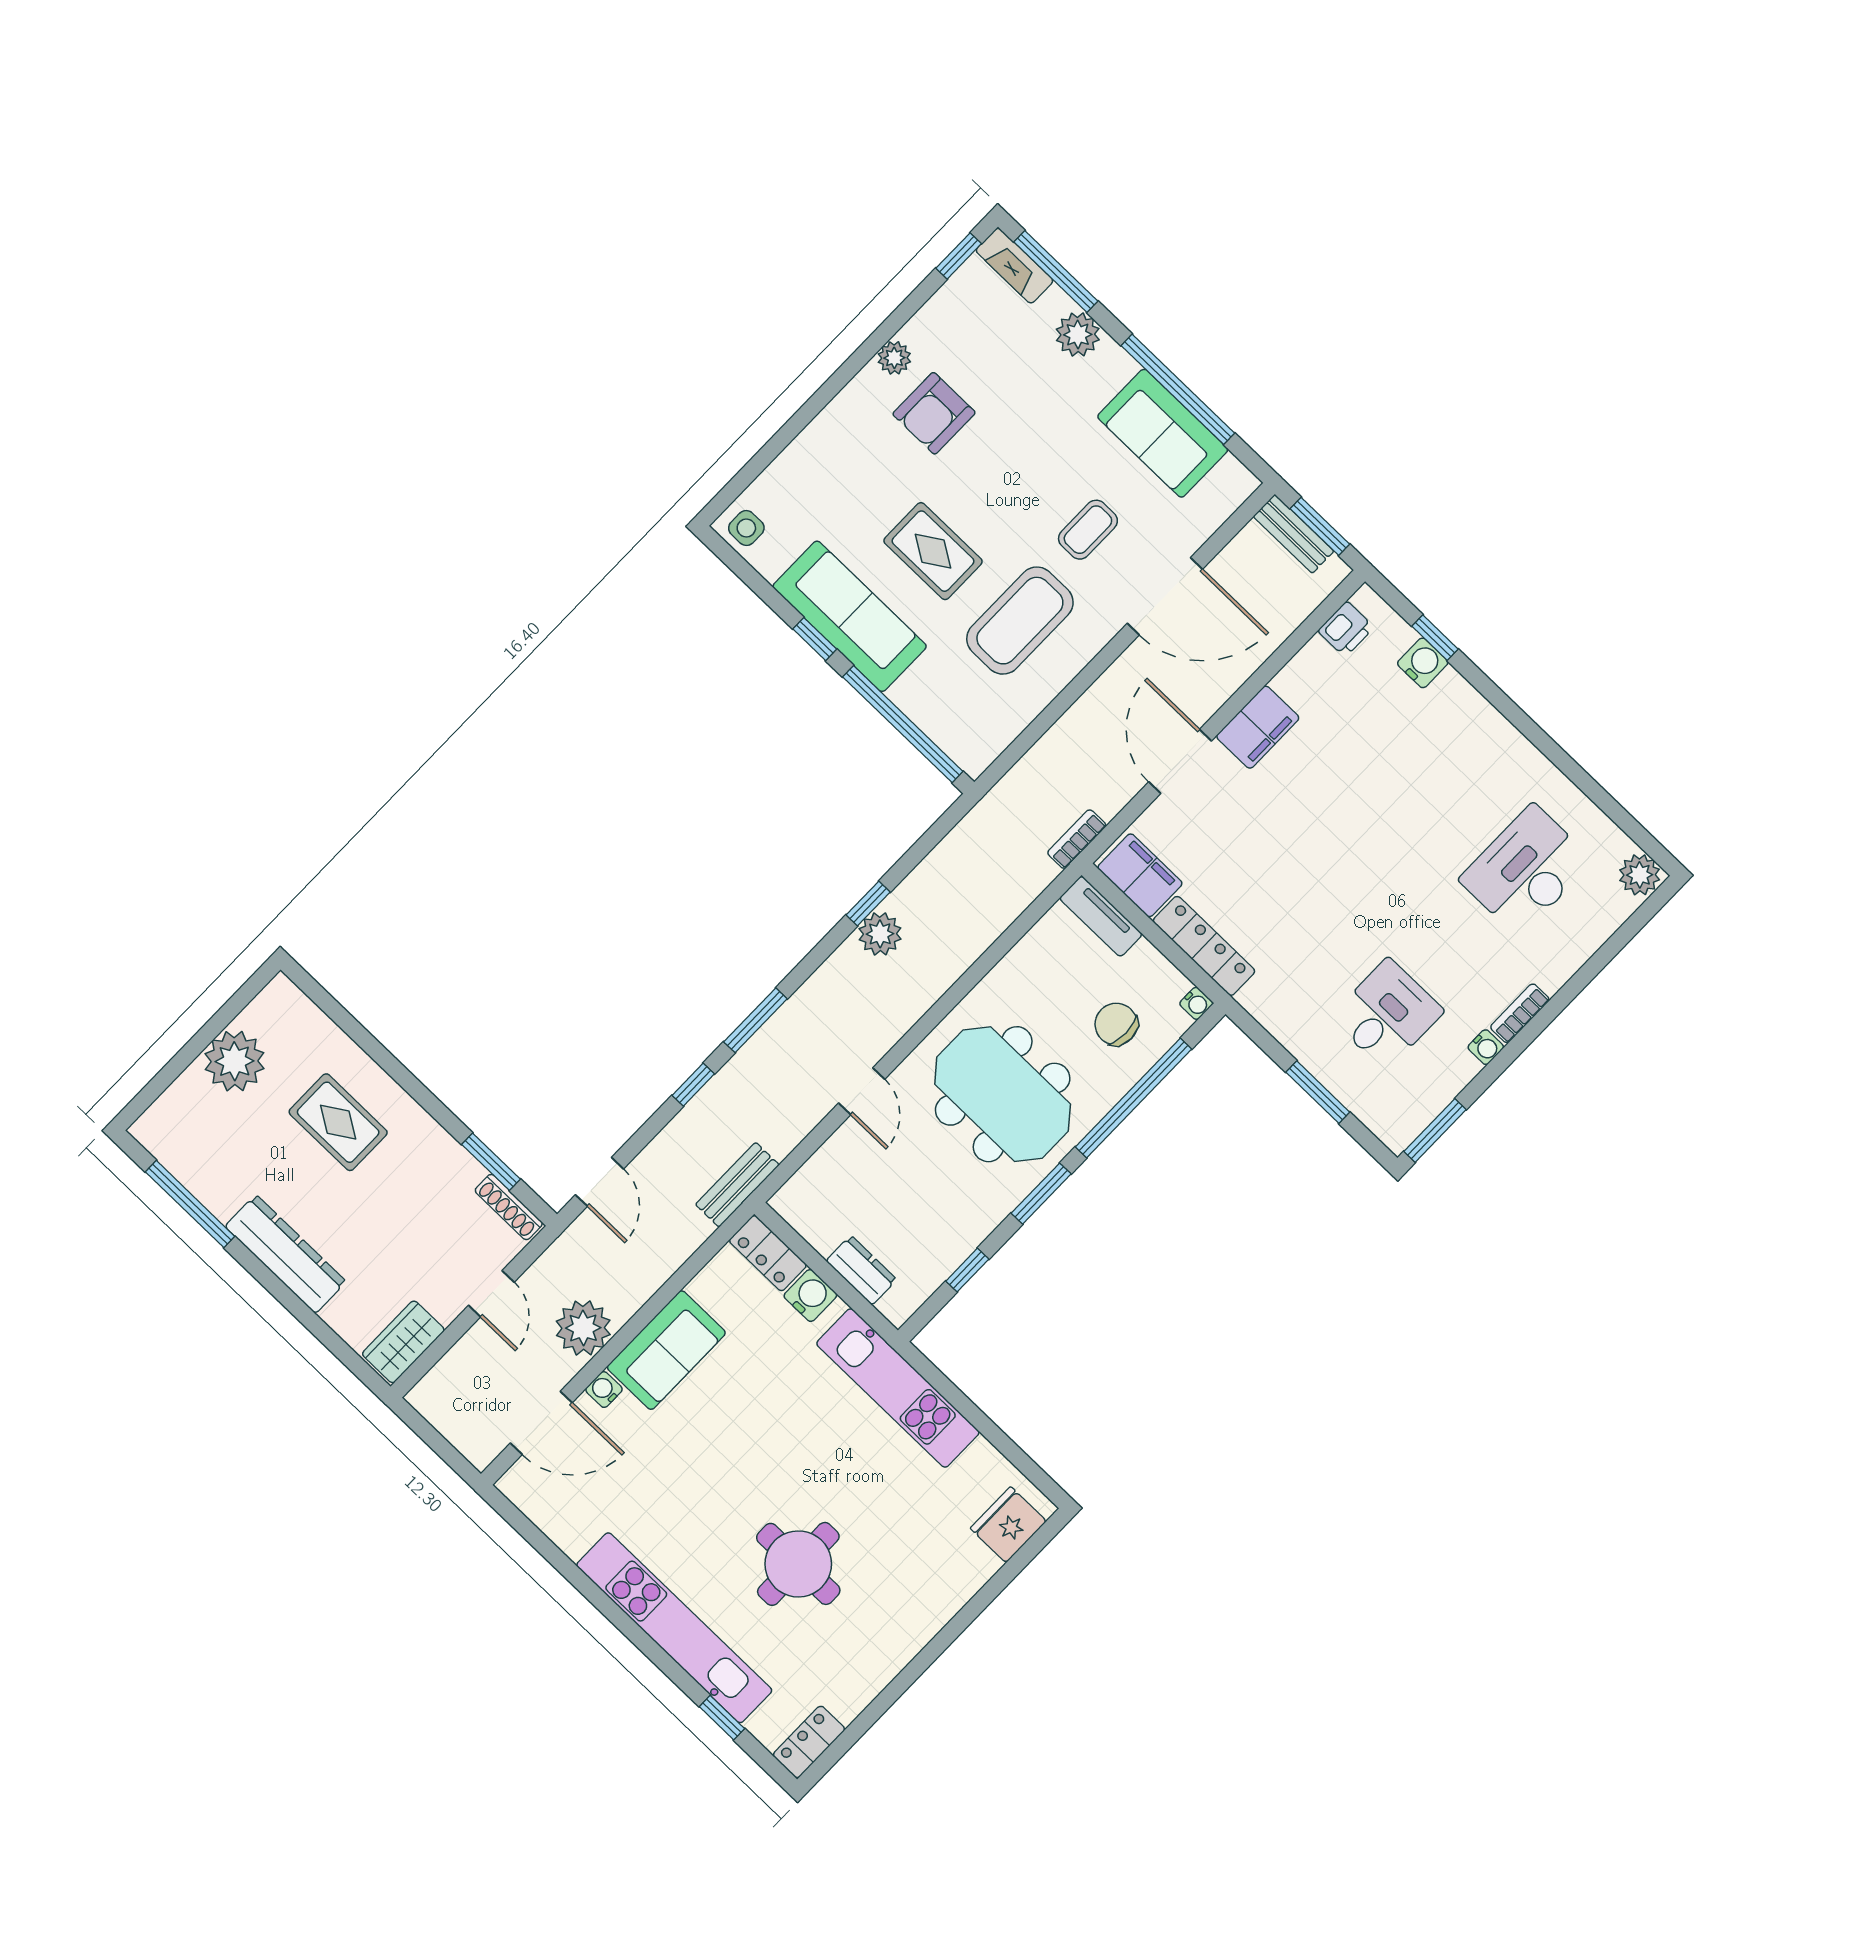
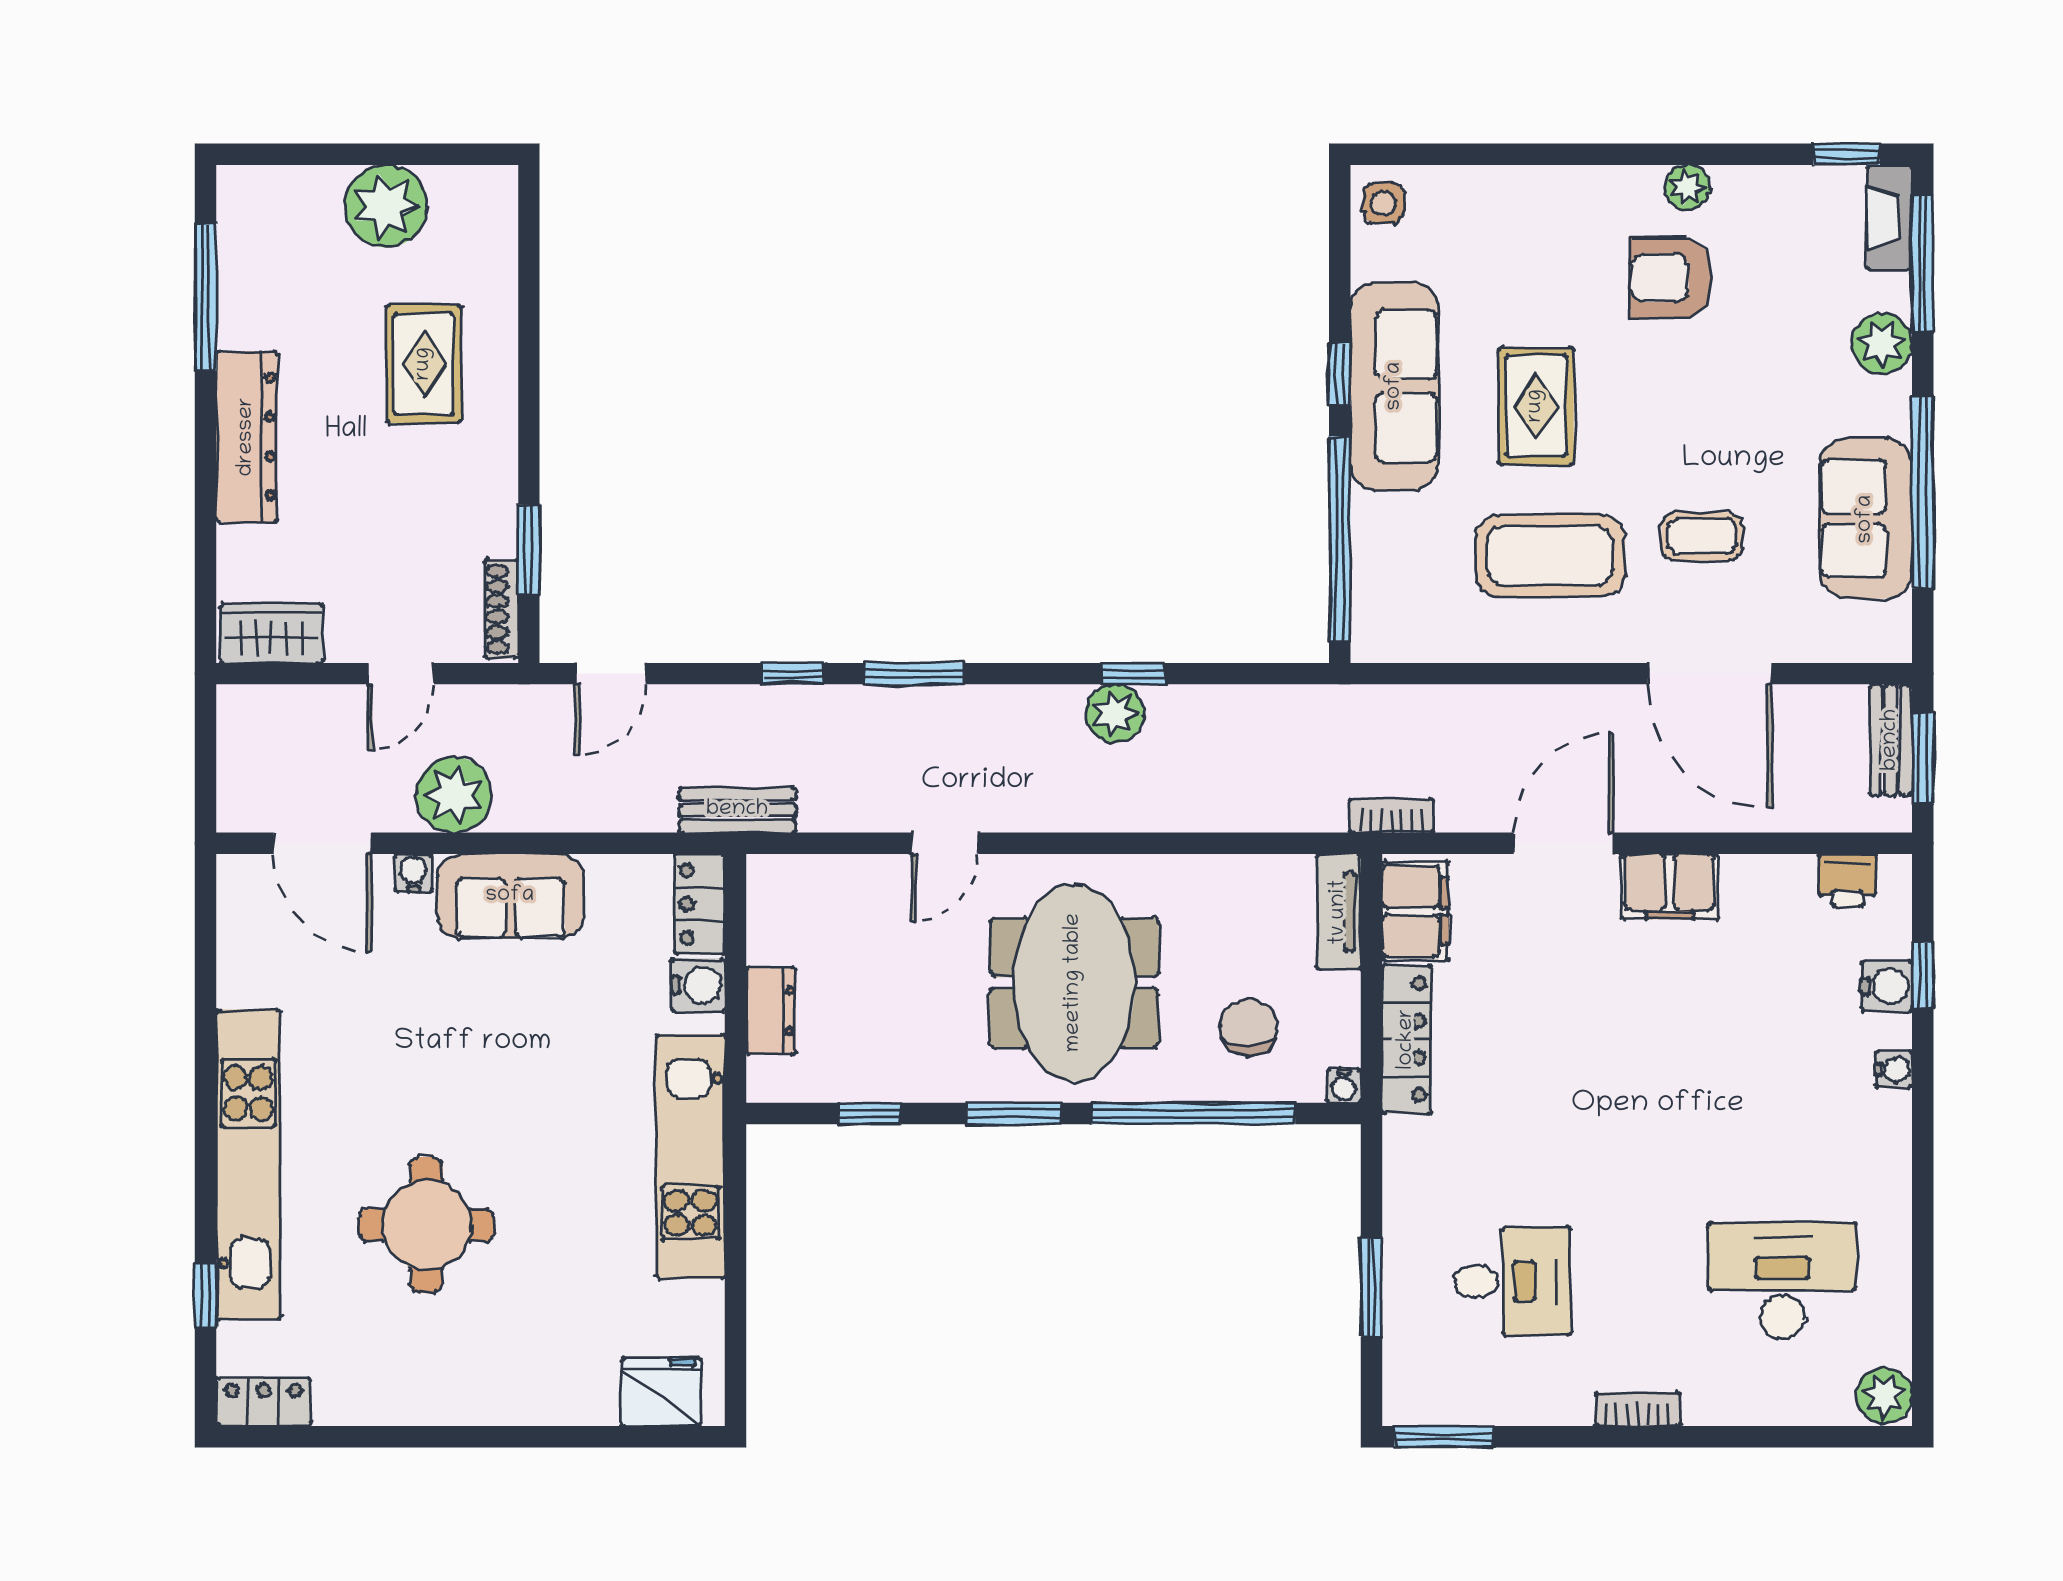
water cooler: (1486, 1047) -> (1894, 1069), moved, turned -90

